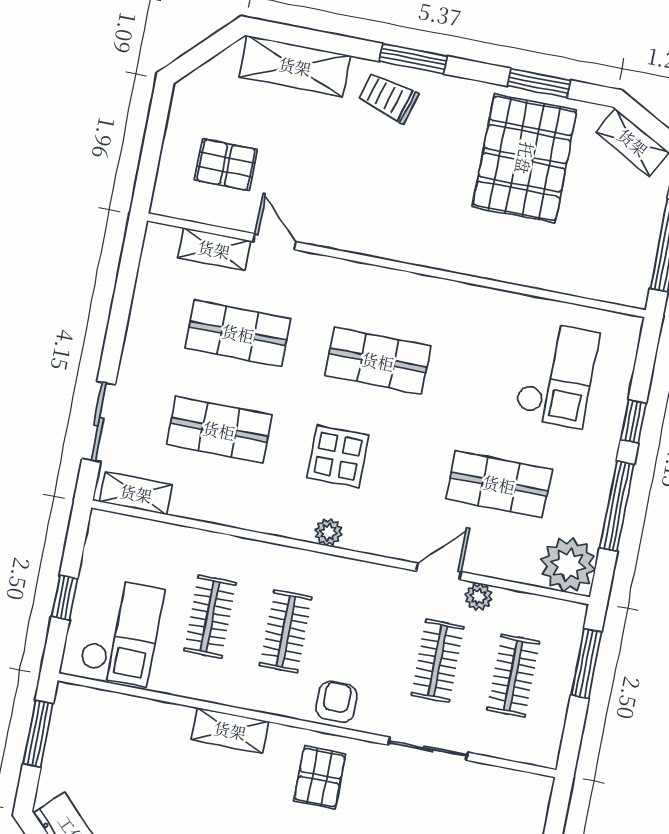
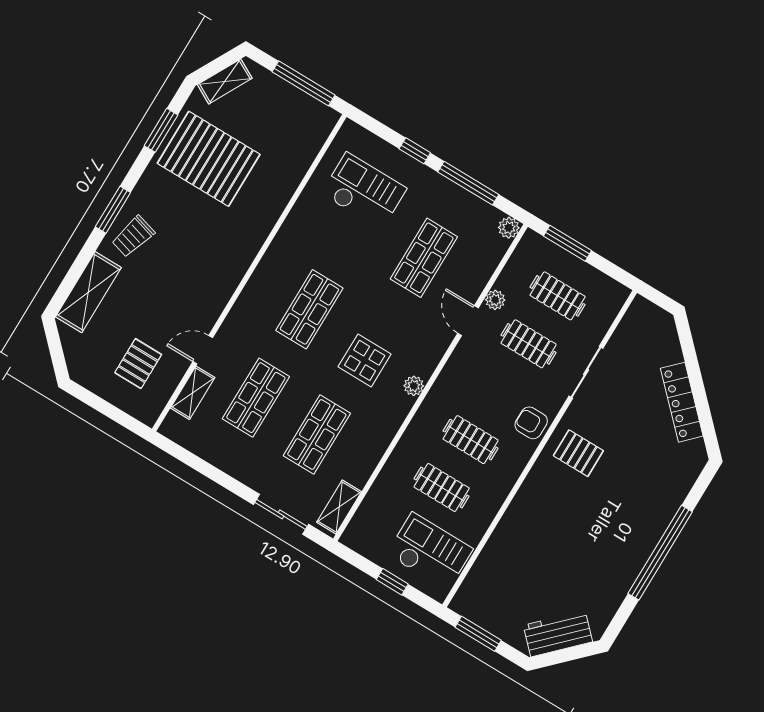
plant: (568, 565) -> (509, 228), width x0.53, depth x0.53
shelving: (230, 730) -> (524, 502), removed

